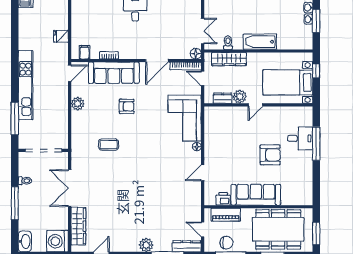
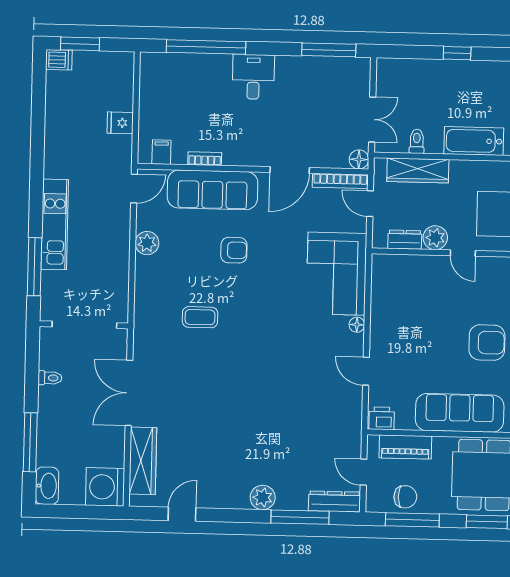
kitchen unit: (26, 85) -> (55, 224), width x0.73
door: (255, 105) -> (463, 253), hinge flipped
door: (203, 173) -> (366, 371), hinge flipped
printer: (223, 199) -> (382, 418), moved
window: (15, 203) -> (30, 442), moved

